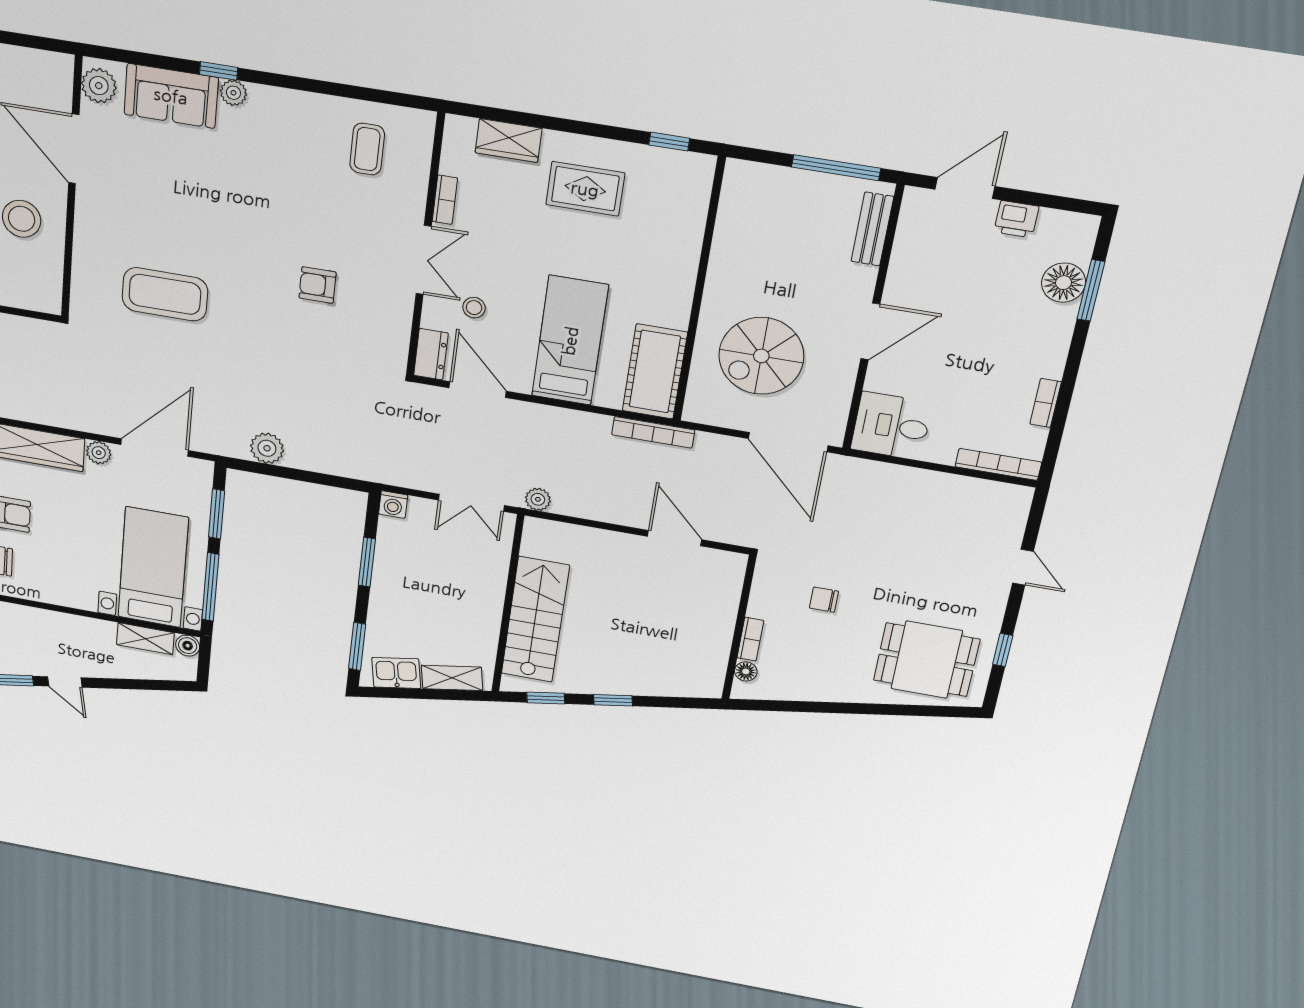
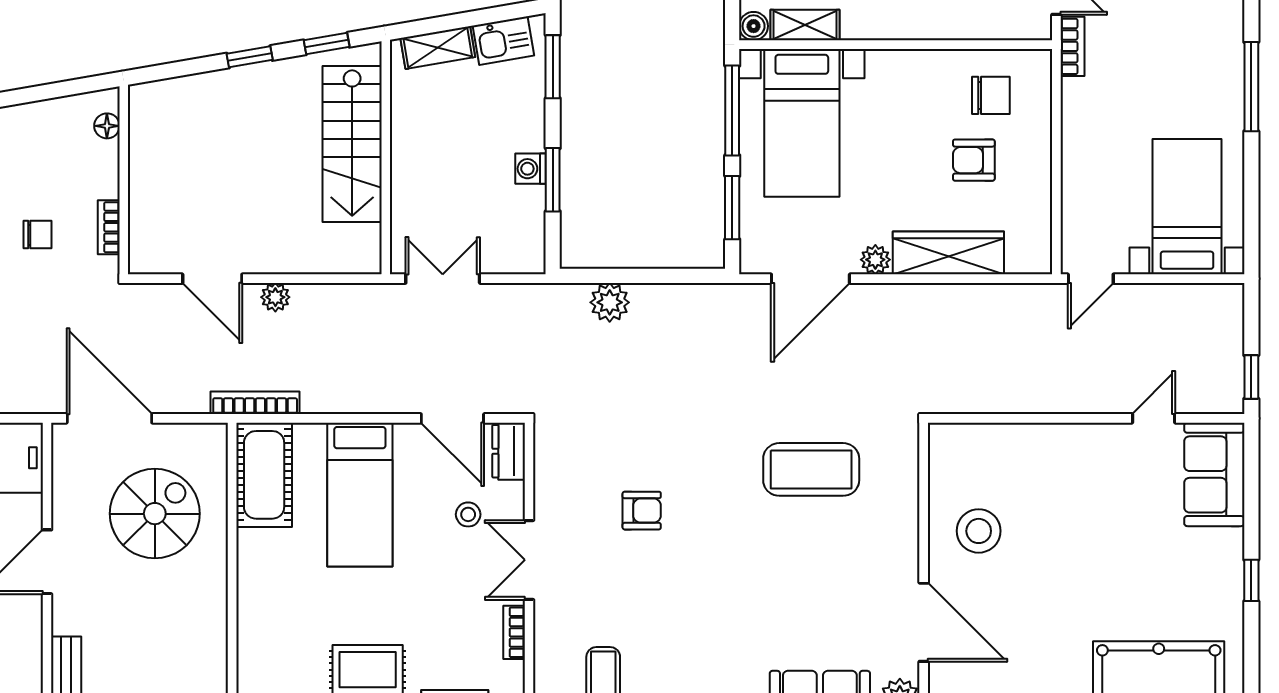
plant: (267, 448) -> (610, 302), moved
plant: (538, 499) -> (275, 297), moved
washing machine: (393, 505) -> (530, 169), moved, turned -90
bookcase: (750, 639) -> (109, 227), moved

